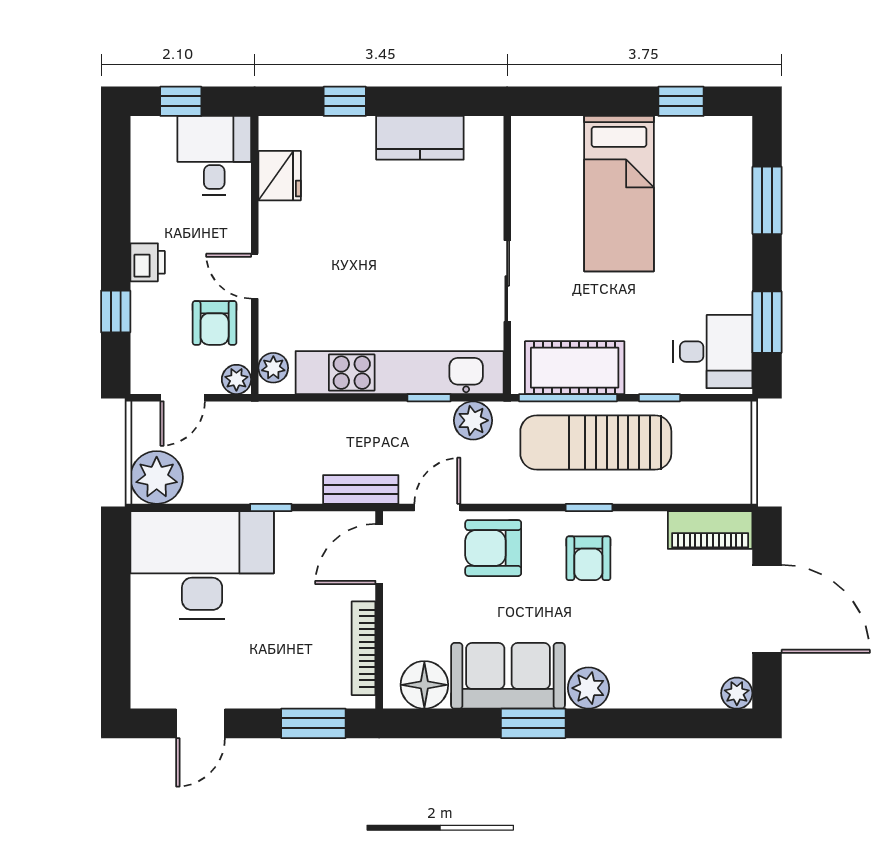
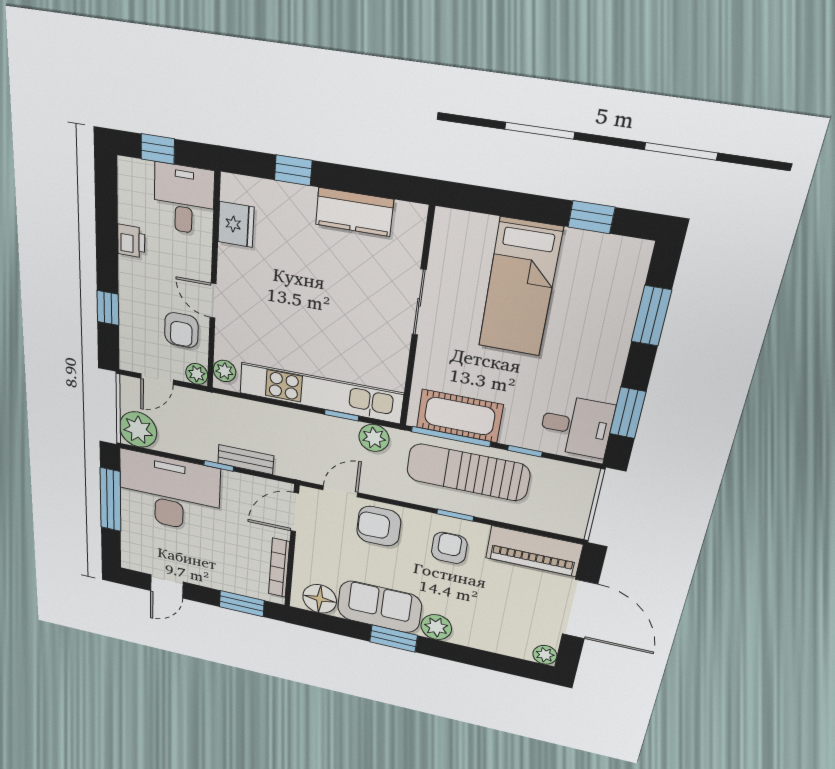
printer: (148, 262) -> (131, 241), moved
sliding door: (507, 281) -> (419, 302), moved
bench: (361, 489) -> (246, 460), moved
piano: (710, 530) -> (534, 551), width x1.37, depth x1.33
armchair: (588, 558) -> (449, 548), turned 180
window: (116, 597) -> (110, 500), added

